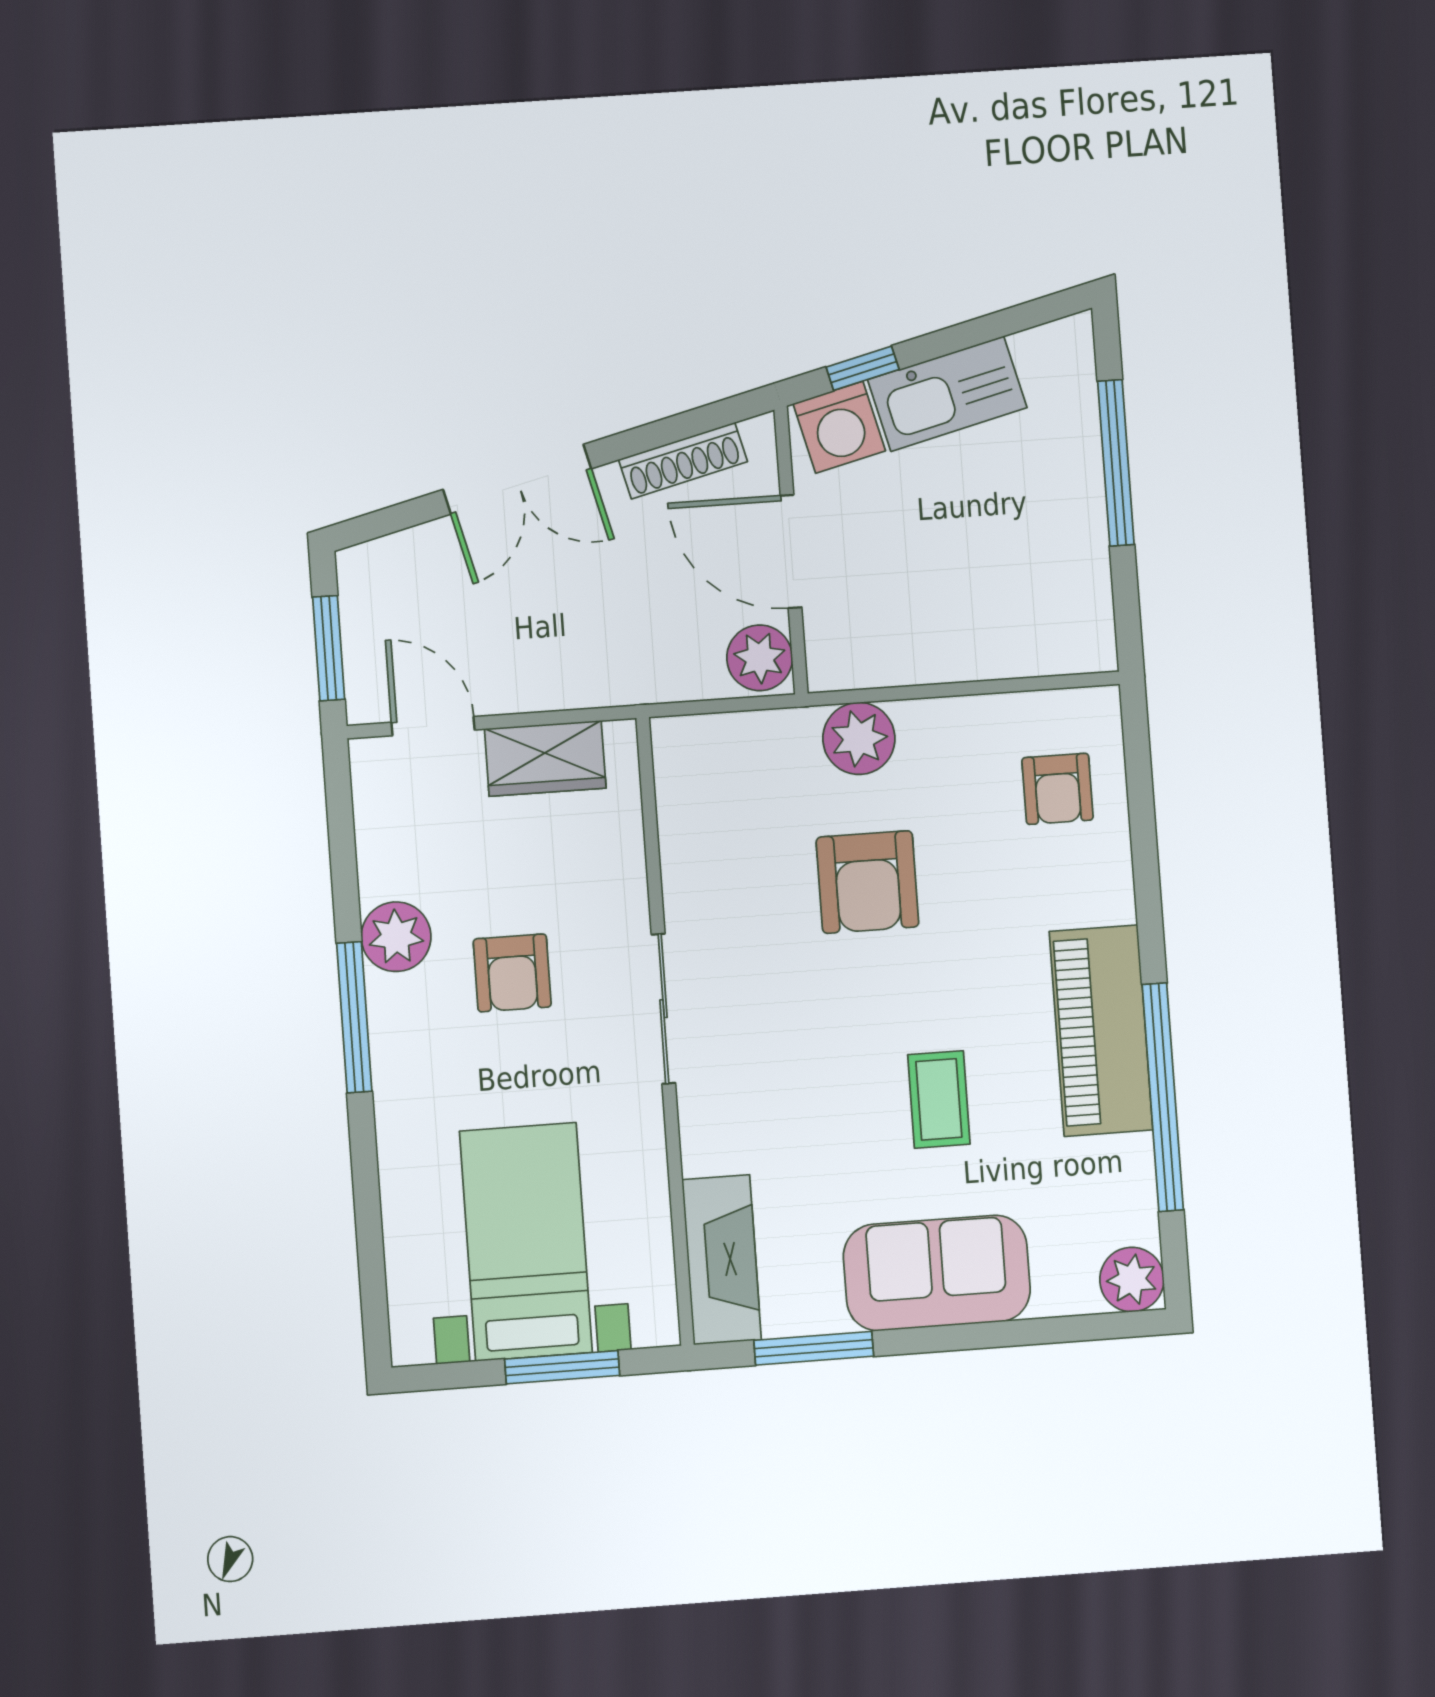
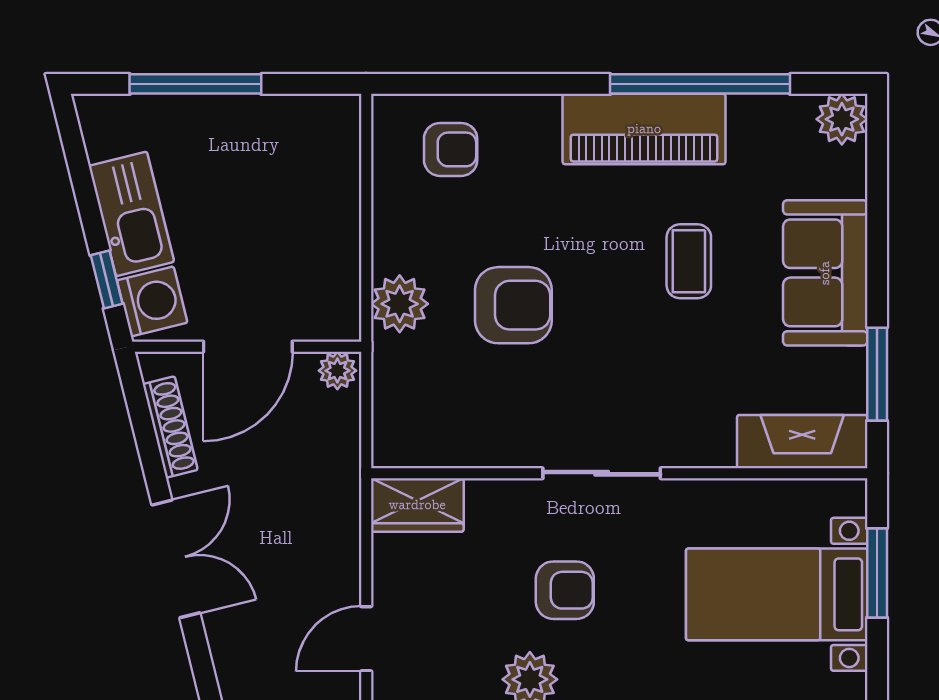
plant: (760, 658) -> (337, 371), width x0.73, depth x0.73
wardrobe: (545, 758) -> (417, 505), moved, turned 90
coffee table: (939, 1099) -> (689, 261), turned 90

